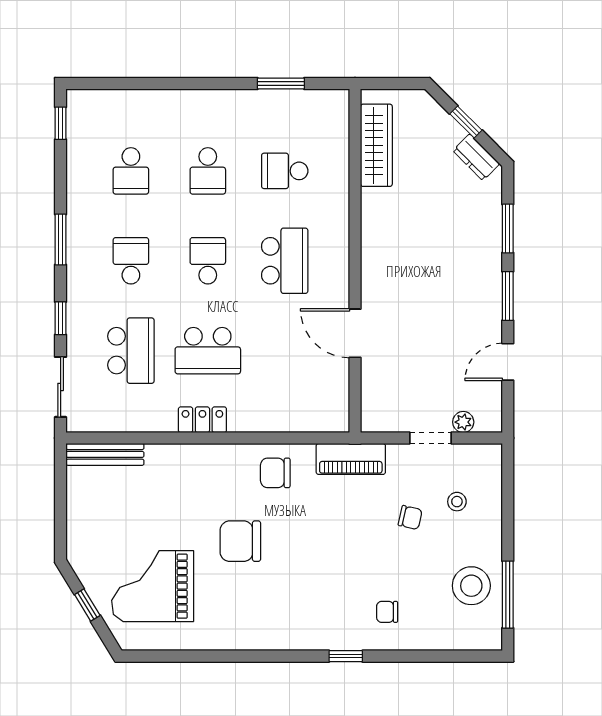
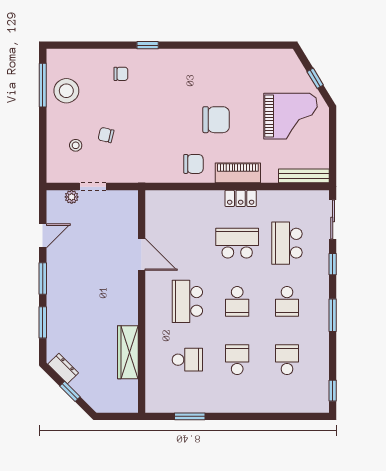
wardrobe: (376, 145) -> (128, 352), moved
piano: (351, 459) -> (238, 173), moved
grand piano: (153, 586) -> (290, 116), moved

